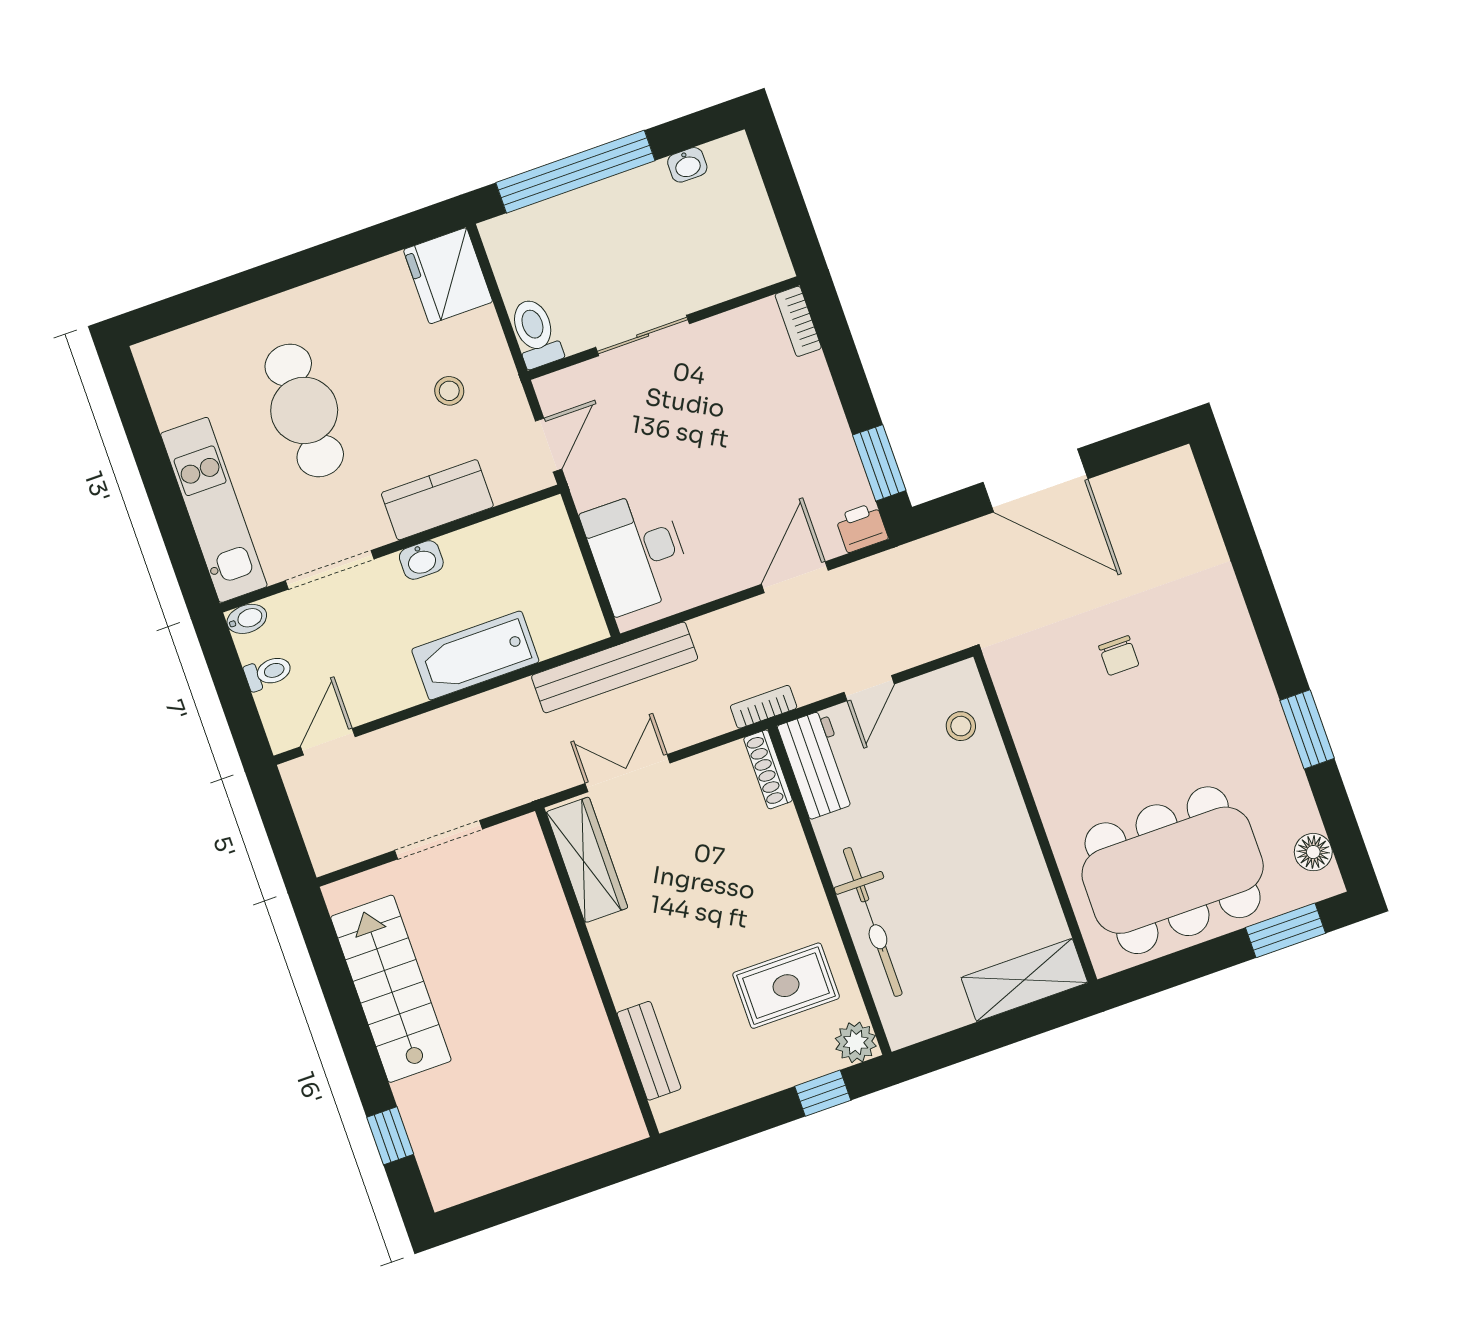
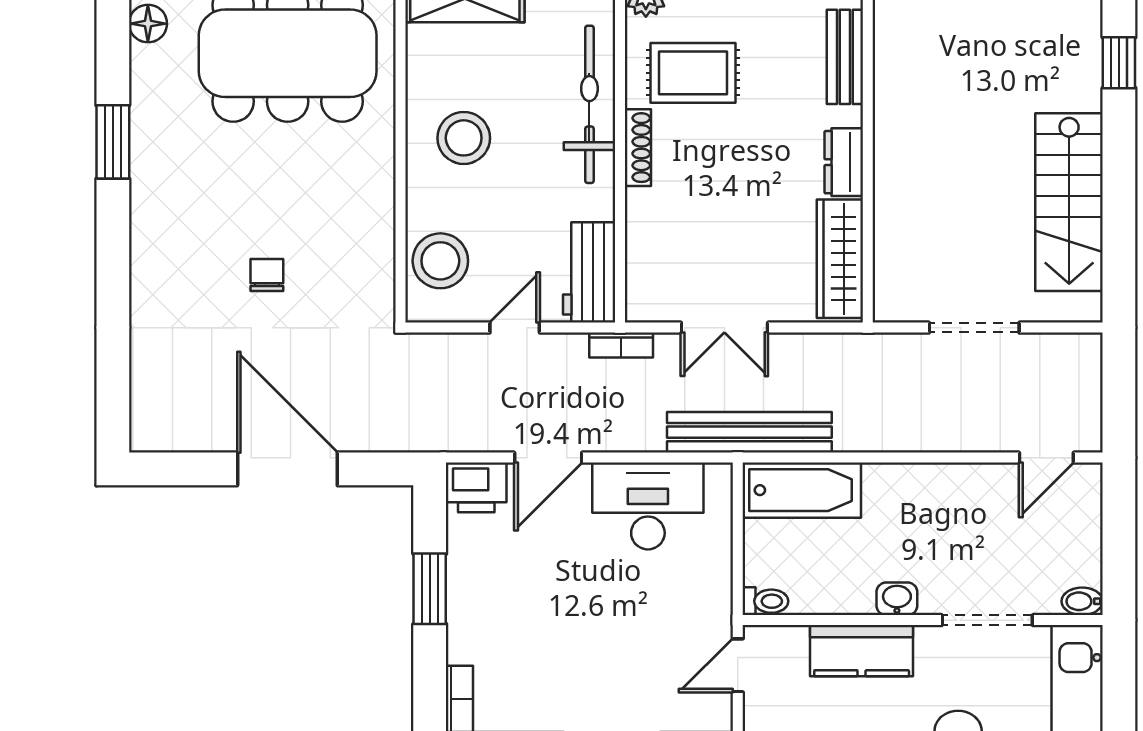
window: (879, 463) -> (430, 589), moved
printer: (862, 527) -> (476, 487), width x1.36, depth x1.24
desk: (637, 552) -> (648, 506), moved, turned -90
bathtub: (475, 655) -> (802, 490), moved
toilet: (268, 673) -> (765, 601), moved, turned 180
stool: (961, 726) -> (440, 261), width x1.89, depth x1.89
shoe rack: (768, 769) -> (638, 148), moved
double door: (628, 773) -> (724, 328), moved
stool: (980, 849) -> (464, 138), added
dresser: (615, 952) -> (844, 162), added

